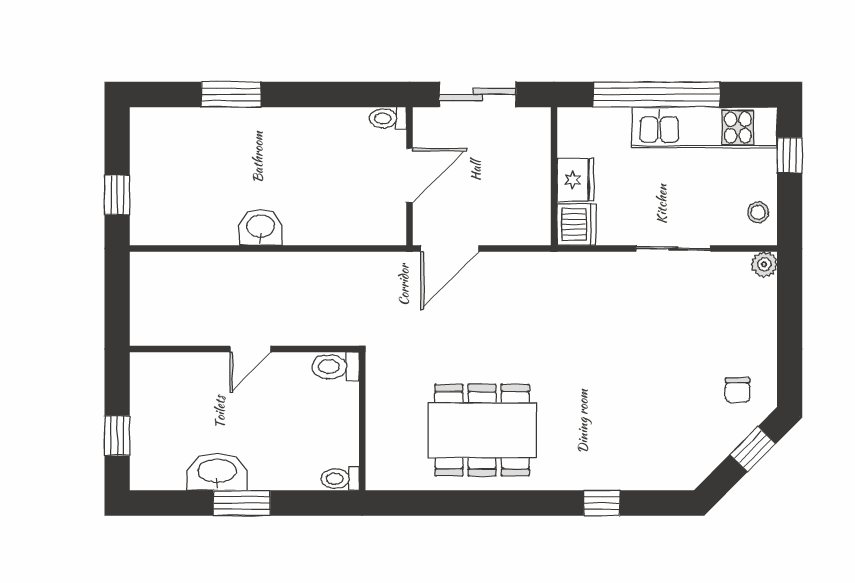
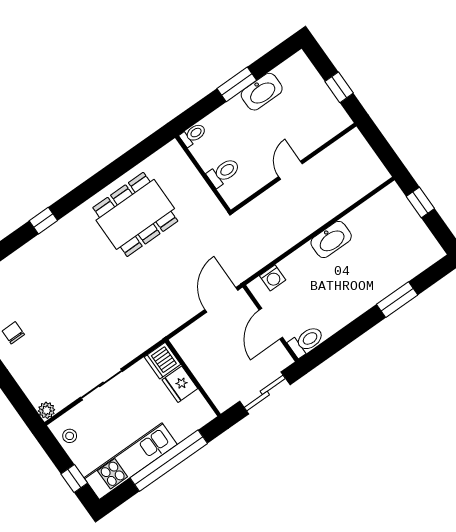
toilet: (388, 118) -> (306, 341), width x1.37, depth x1.39
washbasin: (260, 227) -> (331, 239), width x1.38
washing machine: (367, 231) -> (273, 278), added
toilet: (335, 367) -> (224, 172), moved
window: (117, 436) -> (339, 87), moved

